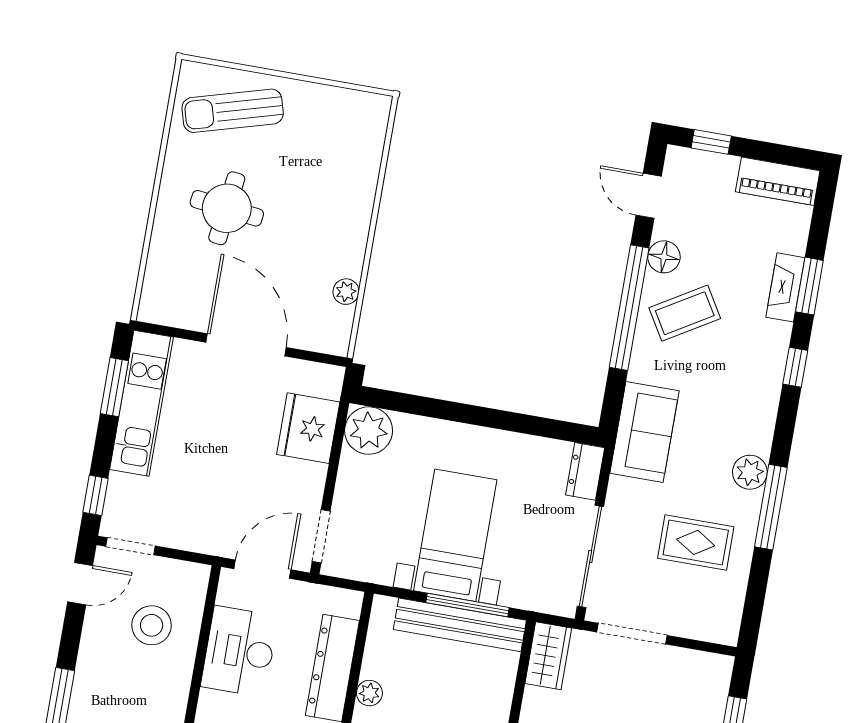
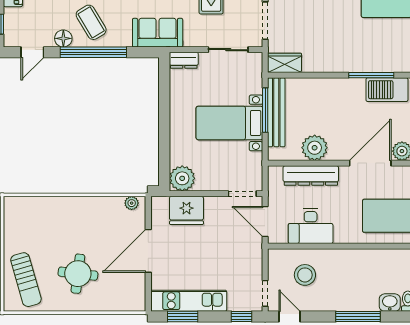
plant: (346, 292) -> (132, 203), moved
sliding door: (590, 556) -> (228, 50), width x0.73
plant: (369, 693) -> (315, 148), width x1.88, depth x1.88

